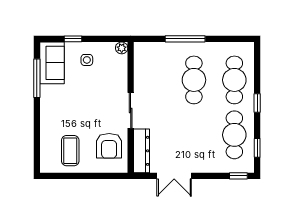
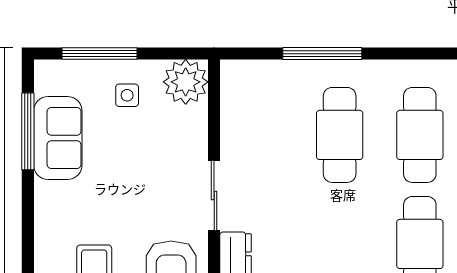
window: (73, 39) -> (100, 54), width x2.17
plant: (122, 48) -> (186, 82), width x1.88, depth x1.88
sofa: (52, 63) -> (58, 138), moved

